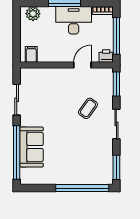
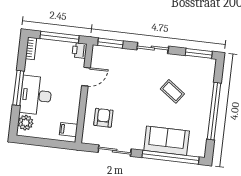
desk: (74, 20) -> (36, 95), moved
door: (82, 65) -> (86, 77), swing flipped
armchair: (46, 86) -> (103, 118), added
coffee table: (88, 108) -> (172, 91), moved
window: (82, 188) -> (214, 111), moved

